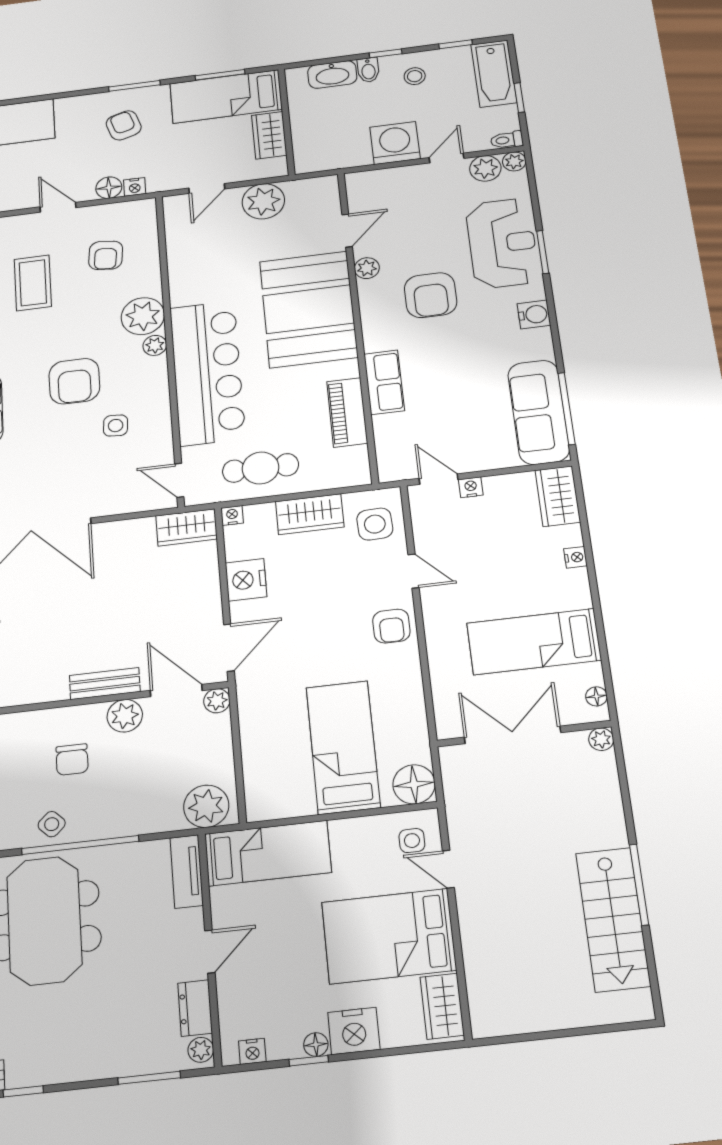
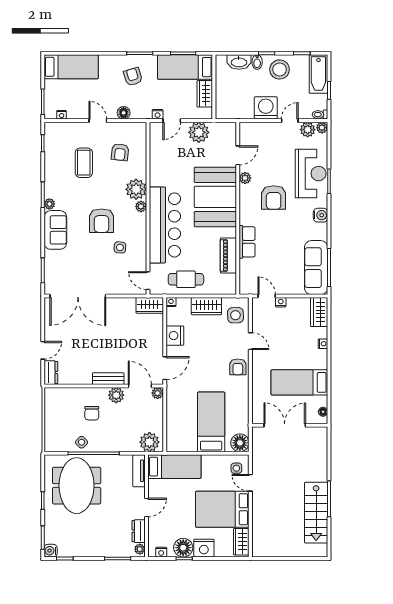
stool: (415, 76) -> (280, 69), width x1.89, depth x1.89
nightstand: (135, 187) -> (158, 114), moved
plant: (601, 739) -> (322, 432), removed
floor lamp: (316, 1045) -> (183, 548), width x1.89, depth x1.89

